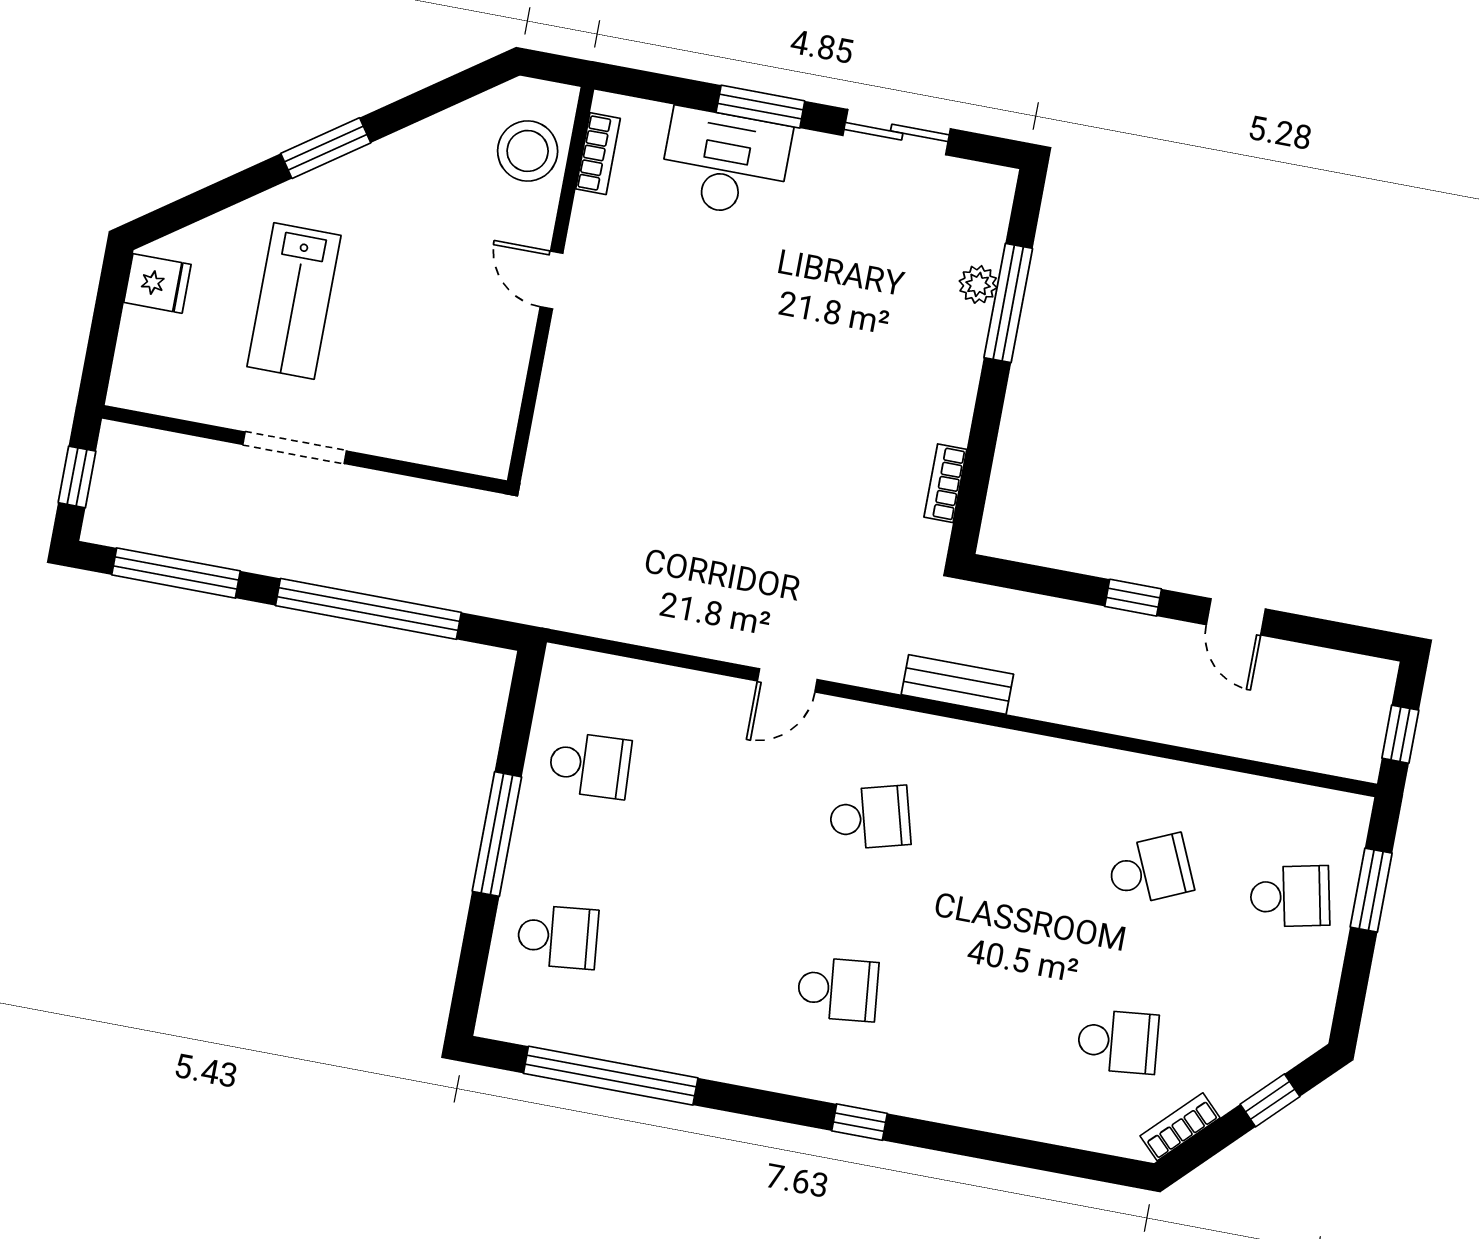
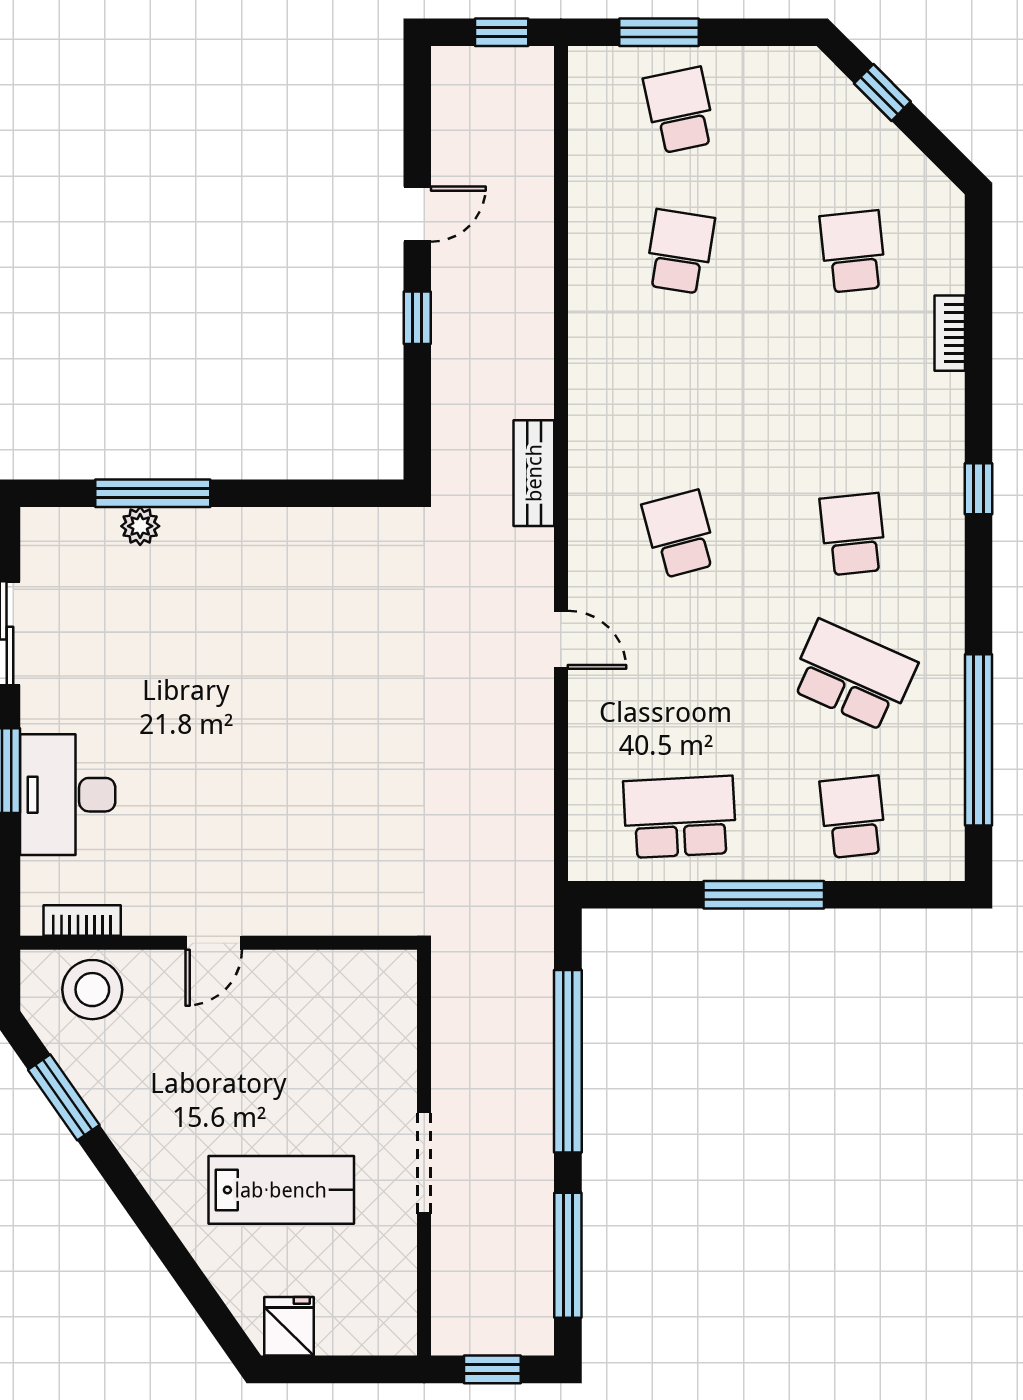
window: (326, 148) -> (64, 1097), moved
bookcase: (945, 483) -> (340, 522), removed
school desk: (590, 765) -> (680, 817), width x1.85
school desk: (1150, 870) -> (680, 252), turned 33
school desk: (698, 963) -> (853, 676), added
bookcase: (1180, 1127) -> (950, 333), moved, turned 45

